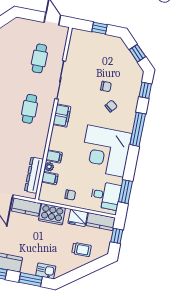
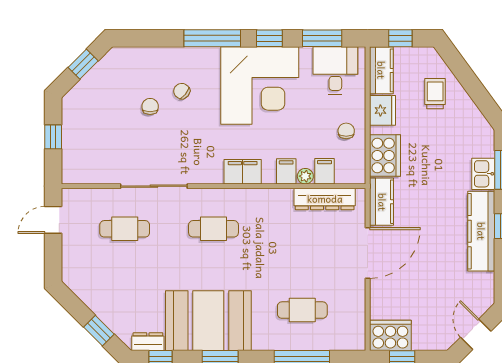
window: (145, 90) -> (269, 38), moved
filing cabinet: (62, 116) -> (243, 172), moved
kitchen sink: (46, 271) -> (483, 174), moved

